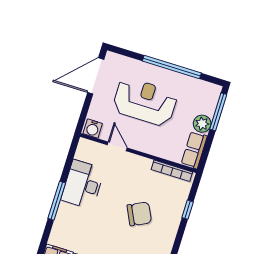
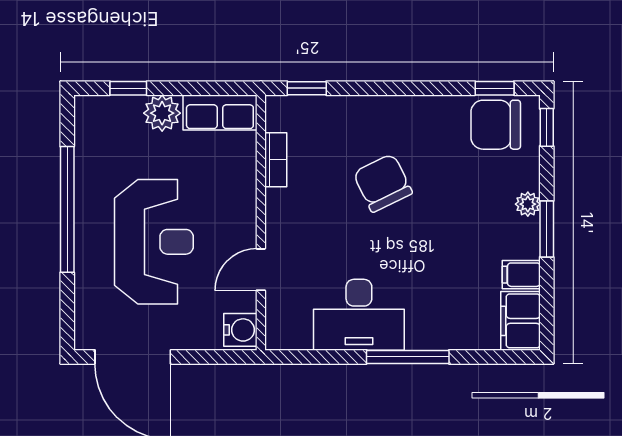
reception desk: (145, 102) -> (154, 242), turned 180
window: (218, 112) -> (128, 88), width x0.46
bookcase: (172, 171) -> (276, 160), width x0.64
window: (188, 210) -> (307, 88), moved

